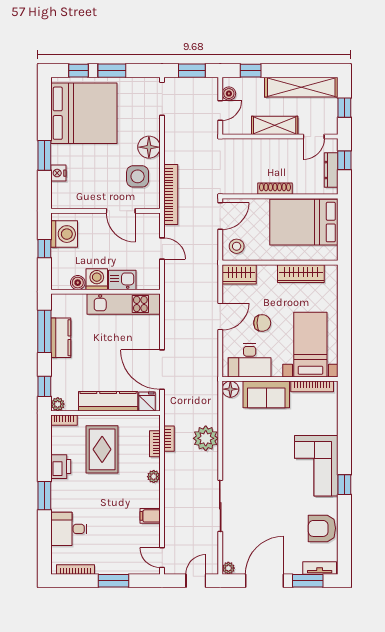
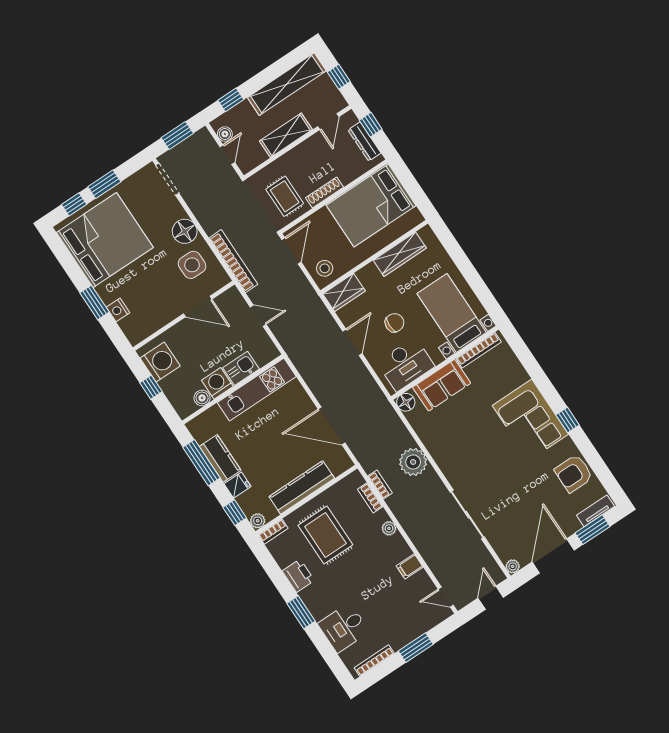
rug: (243, 171) -> (285, 196), added
fridge: (147, 401) -> (237, 485), moved, turned 90

